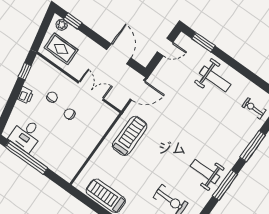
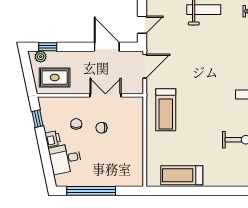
door: (165, 47) -> (142, 25), moved
desk: (26, 135) -> (65, 159), moved, turned 78
treadmill: (130, 136) -> (166, 110), turned 180

